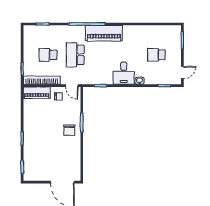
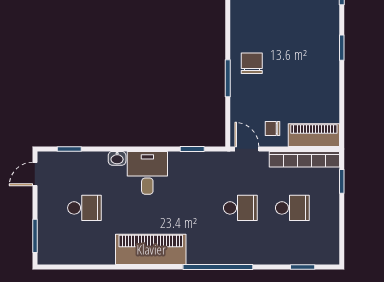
piano: (104, 33) -> (151, 249), moved
school desk: (75, 55) -> (240, 208), width x0.54

